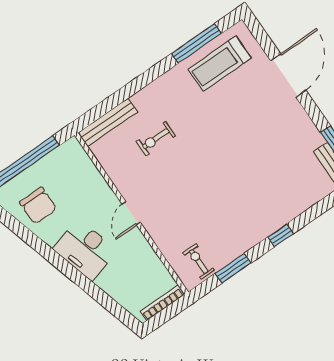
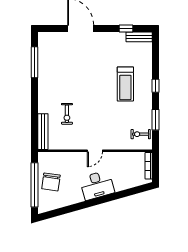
treadmill: (220, 64) -> (125, 84), moved
chair: (38, 206) -> (51, 182), moved, turned 98
door: (131, 213) -> (95, 151), hinge flipped

